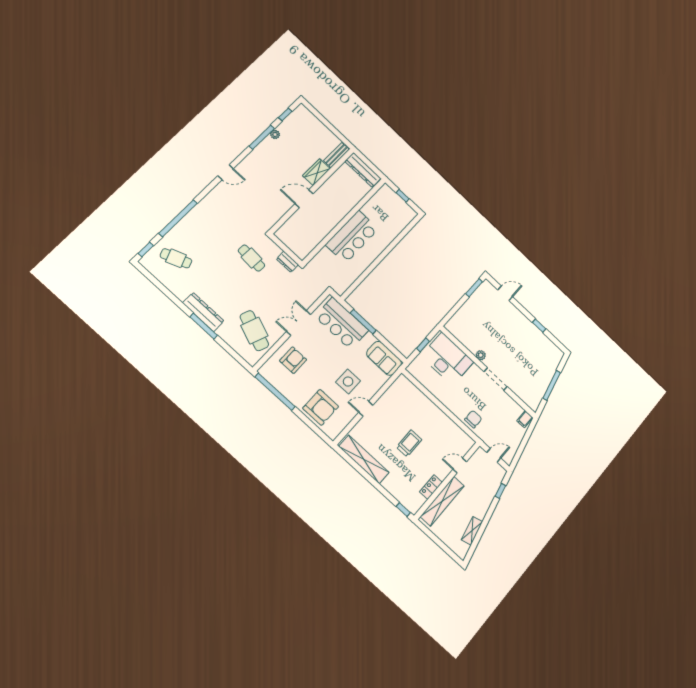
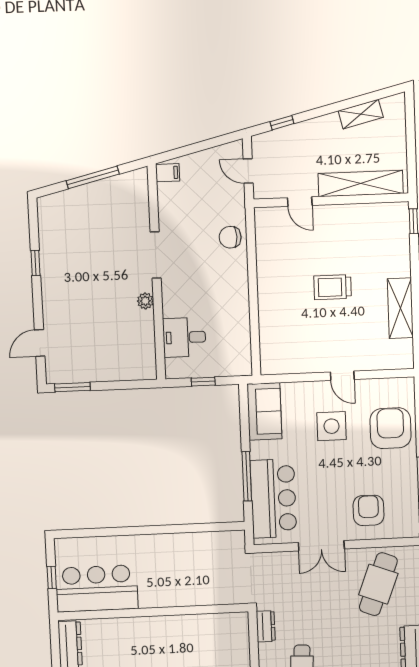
bar counter: (352, 237) -> (97, 588), moved
door: (505, 293) -> (40, 343), hinge flipped
desk: (447, 359) -> (184, 337), width x0.53, depth x0.77
armchair: (293, 360) -> (369, 510), turned 90
shelving: (364, 459) -> (400, 308), width x0.68
locker: (431, 487) -> (357, 213), removed

